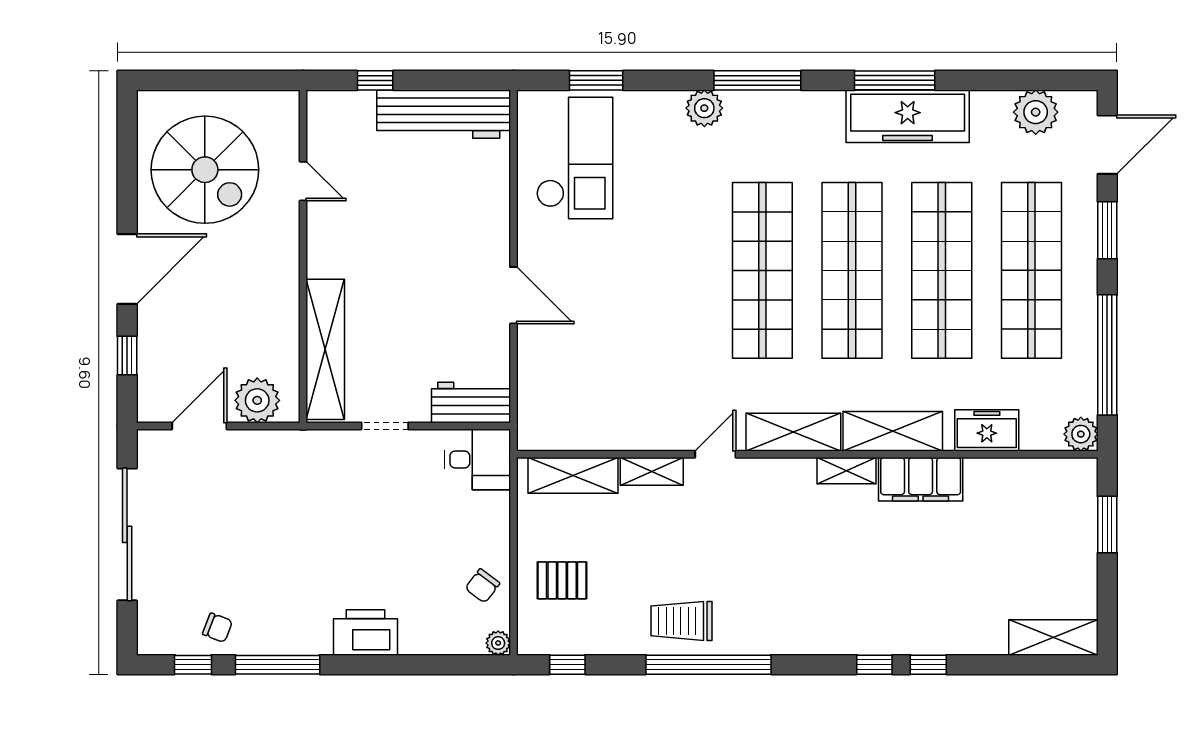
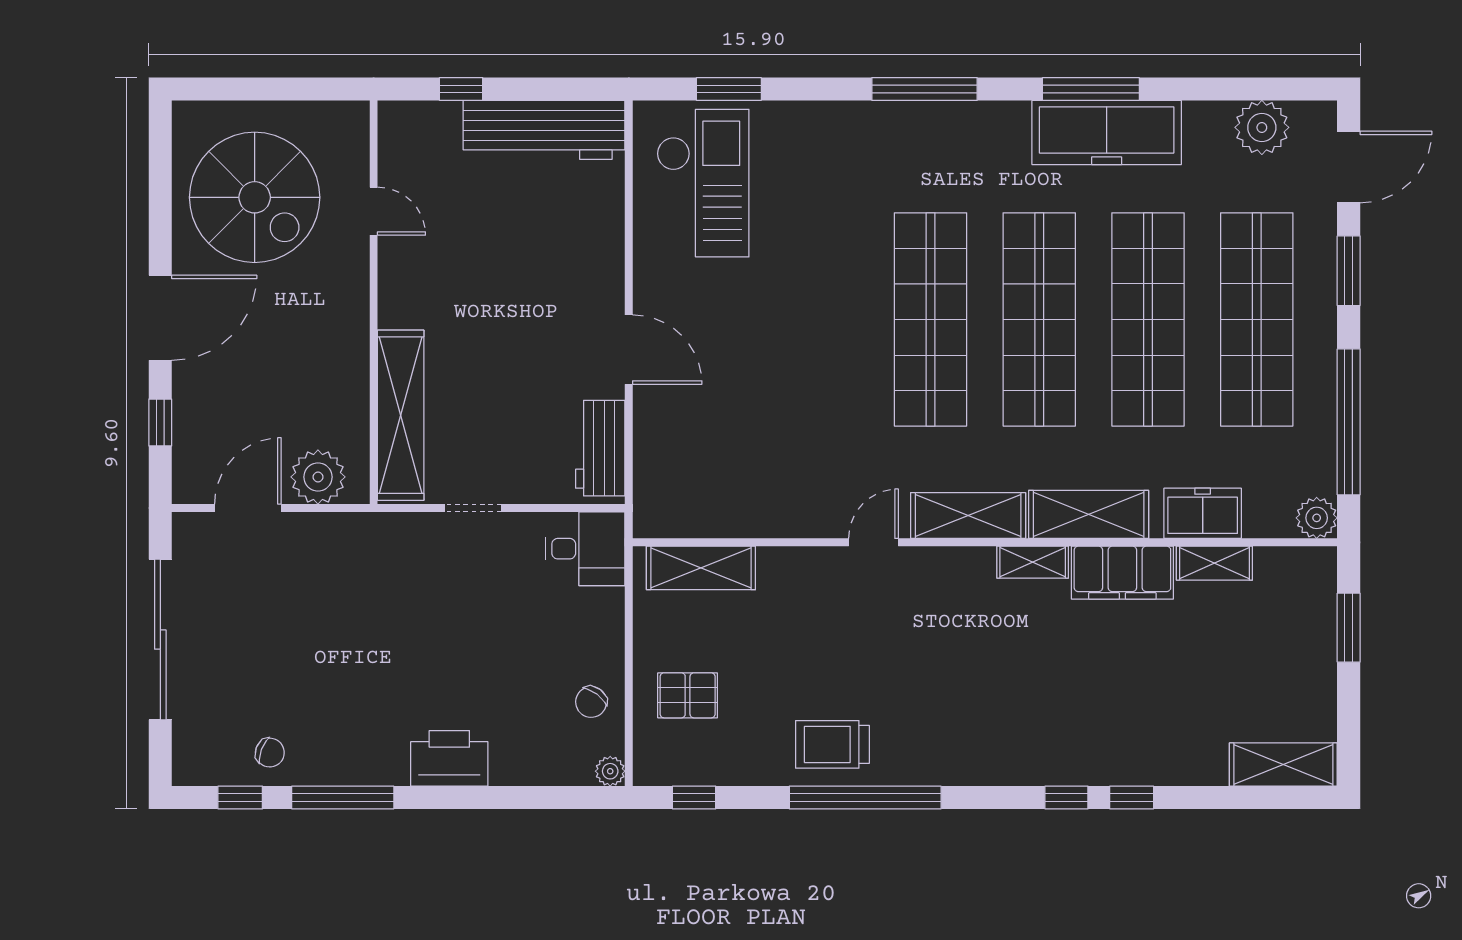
plant: (704, 108) -> (860, 123), removed
workbench: (471, 402) -> (600, 448), moved, turned -90
shelving: (652, 471) -> (1214, 563), moved

